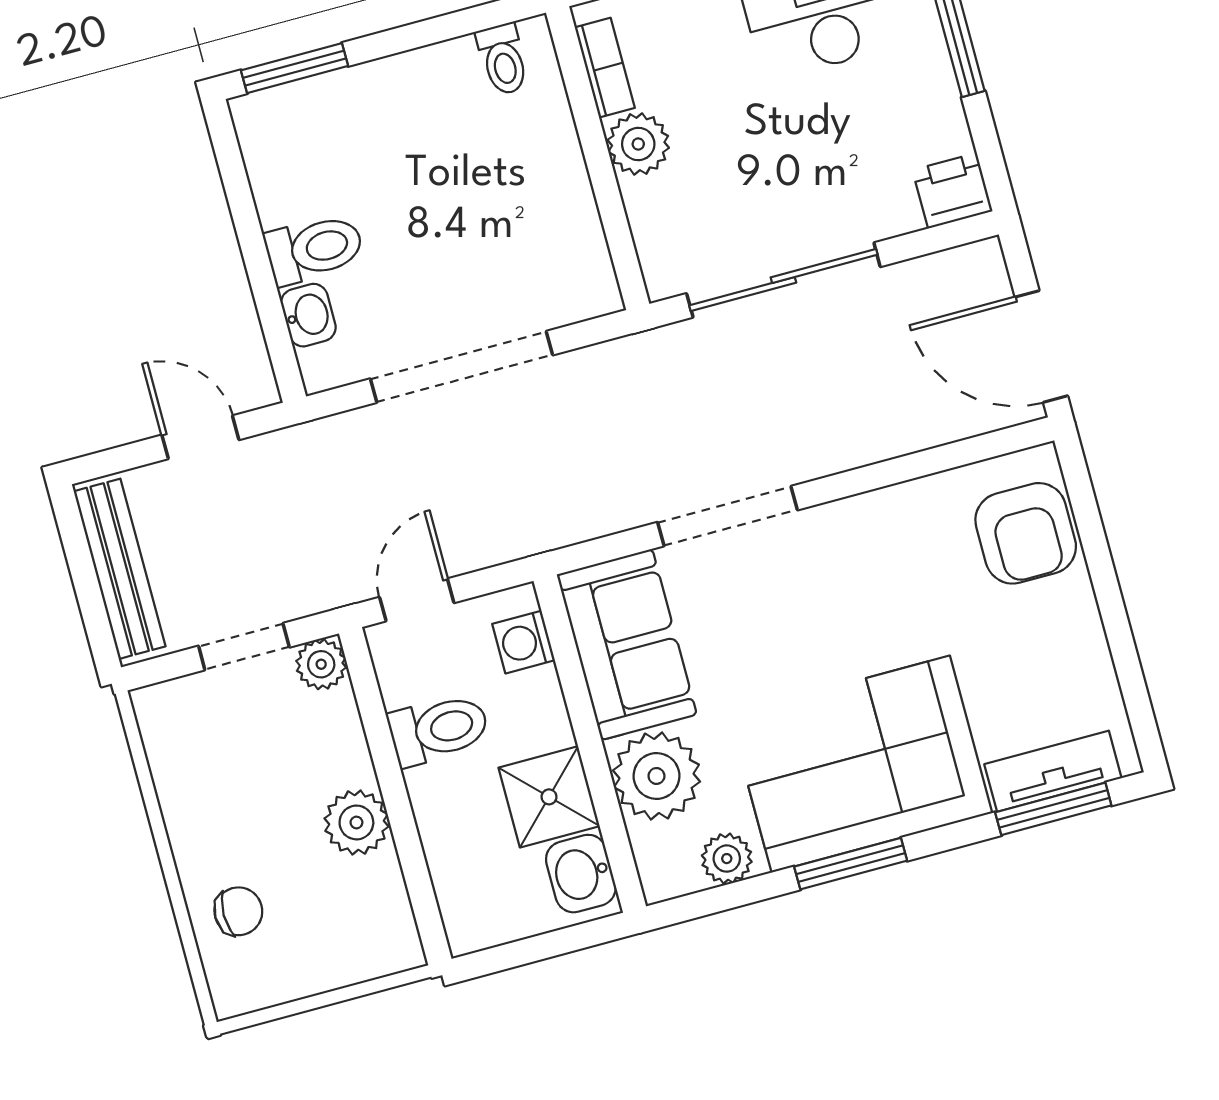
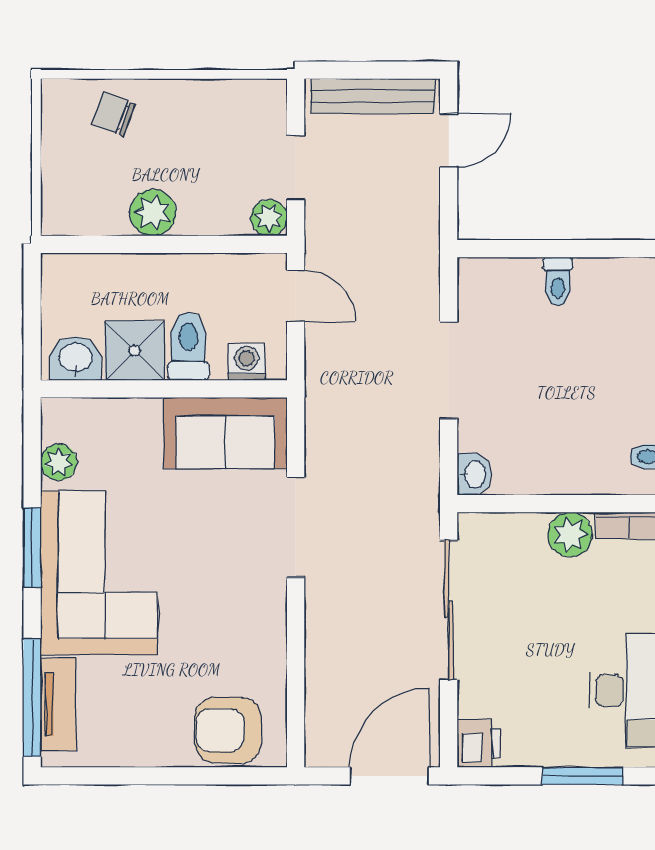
toilet: (314, 249) -> (558, 281), width x0.73, depth x0.72
washbasin: (308, 315) -> (474, 474), moved, turned -90
door: (1041, 346) -> (389, 776), moved
doorway: (462, 367) -> (449, 370), width x0.73
door: (200, 437) -> (449, 140), moved
toilet: (439, 729) -> (188, 346), moved, turned 180
plant: (656, 776) -> (129, 429), removed
window: (1053, 809) -> (32, 698), width x1.44
chair: (238, 911) -> (113, 114), turned 110

